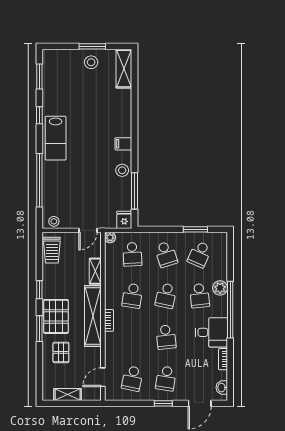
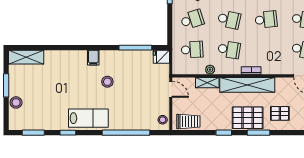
stool: (91, 62) -> (16, 102), moved
stool: (122, 170) -> (107, 82), moved
plant: (110, 237) -> (210, 70), moved

